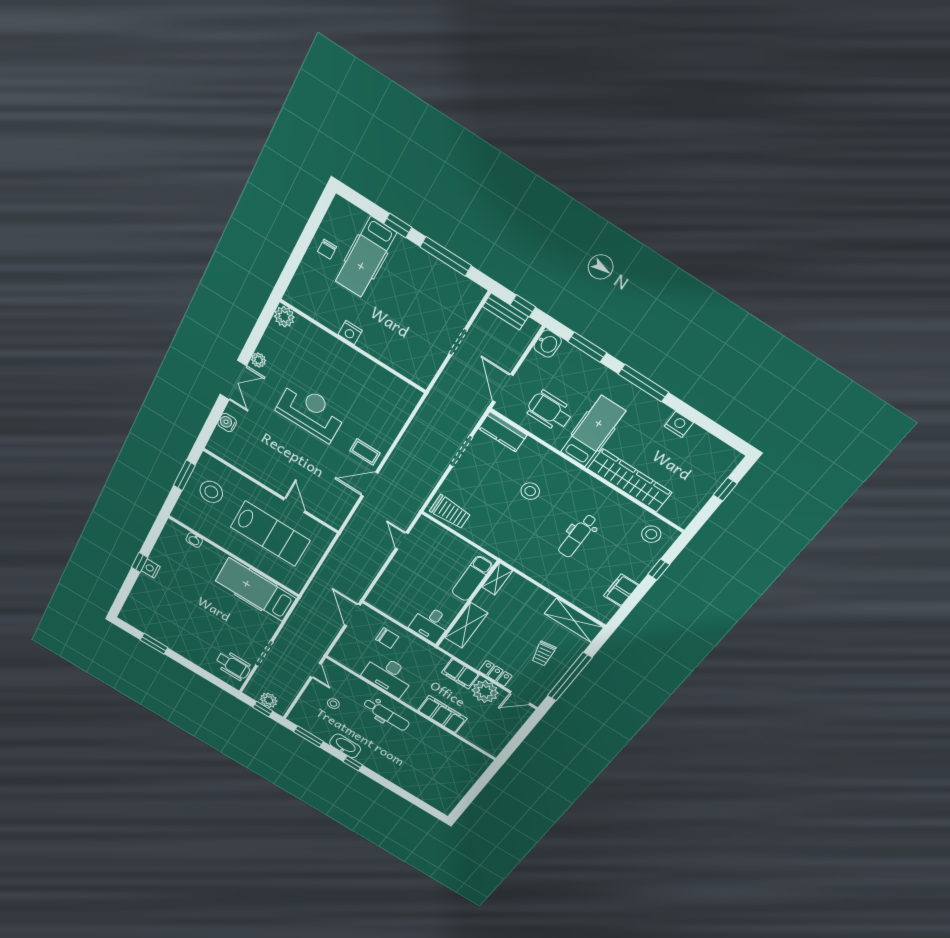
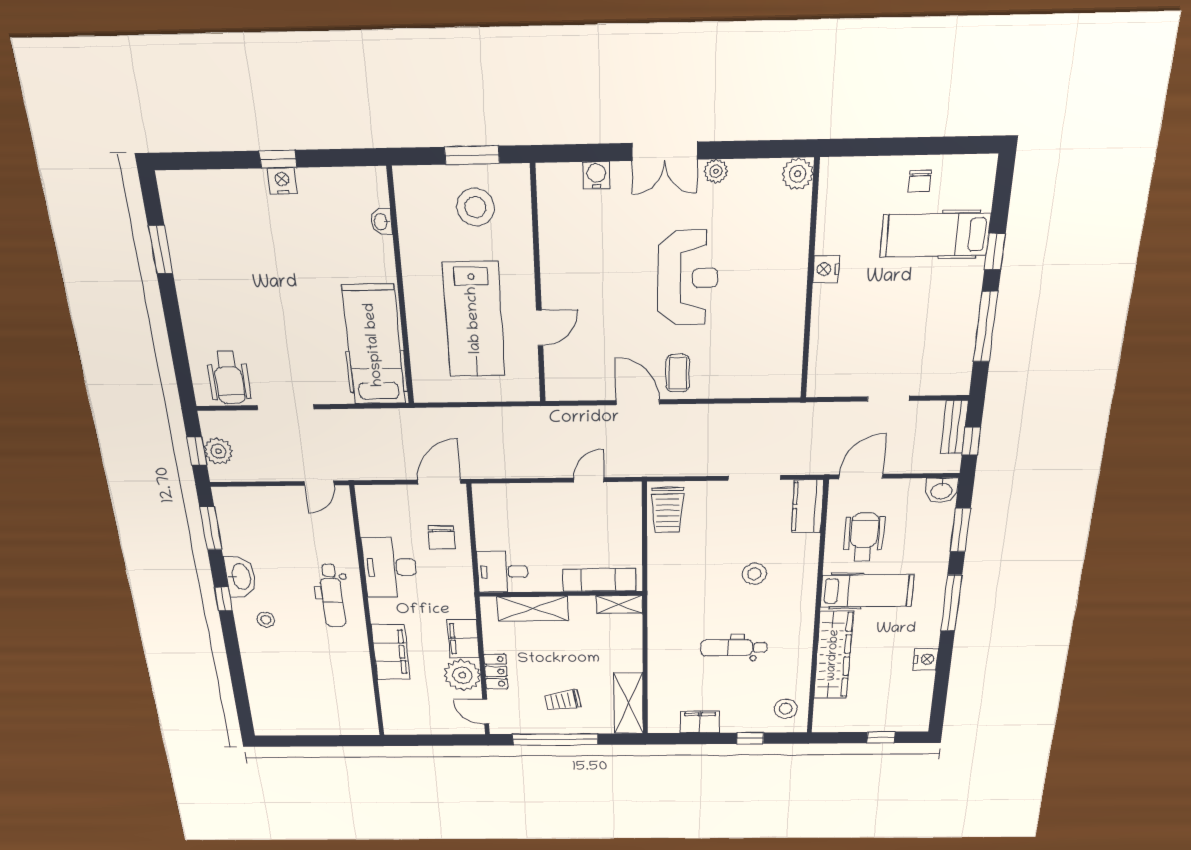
chair: (327, 249) -> (920, 181), turned -89
stool: (333, 704) -> (266, 620), moved

